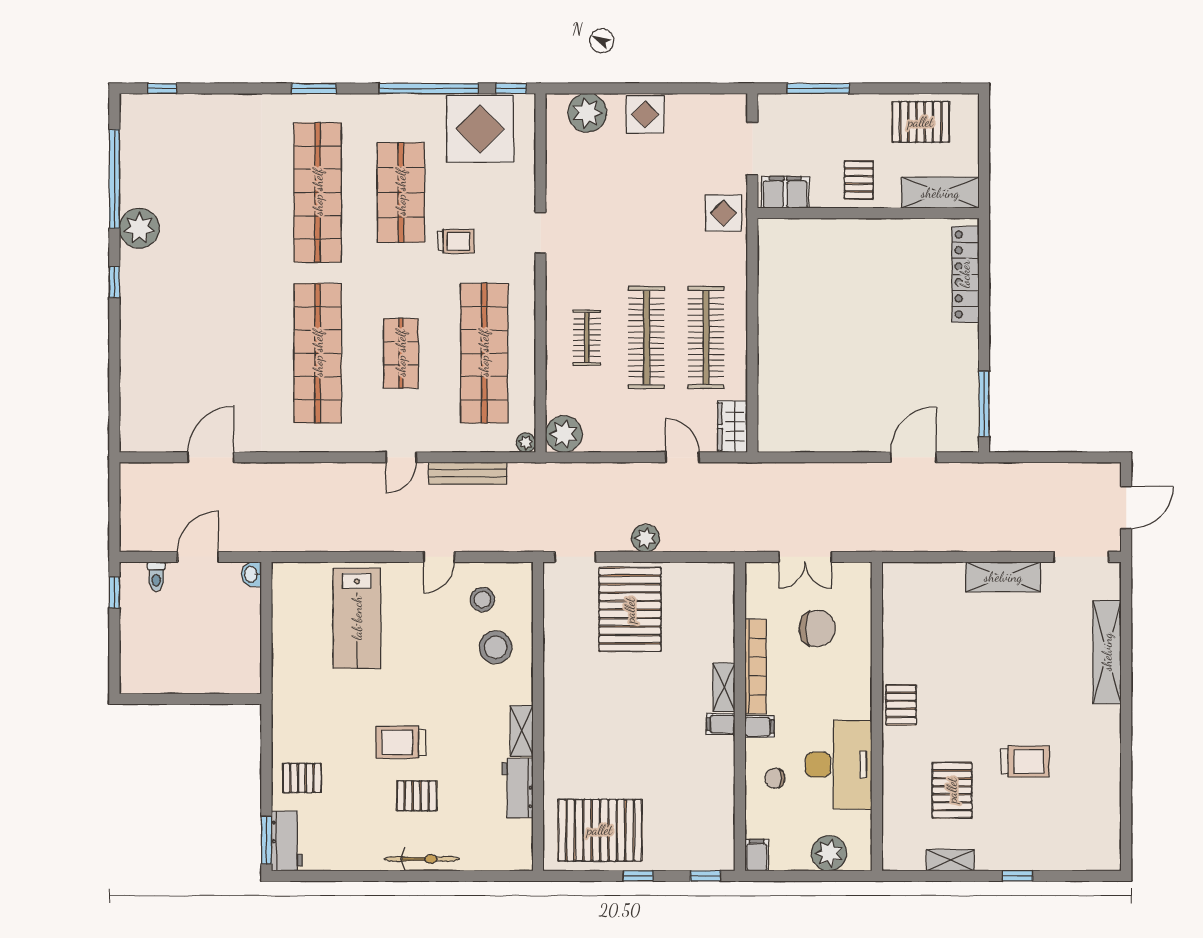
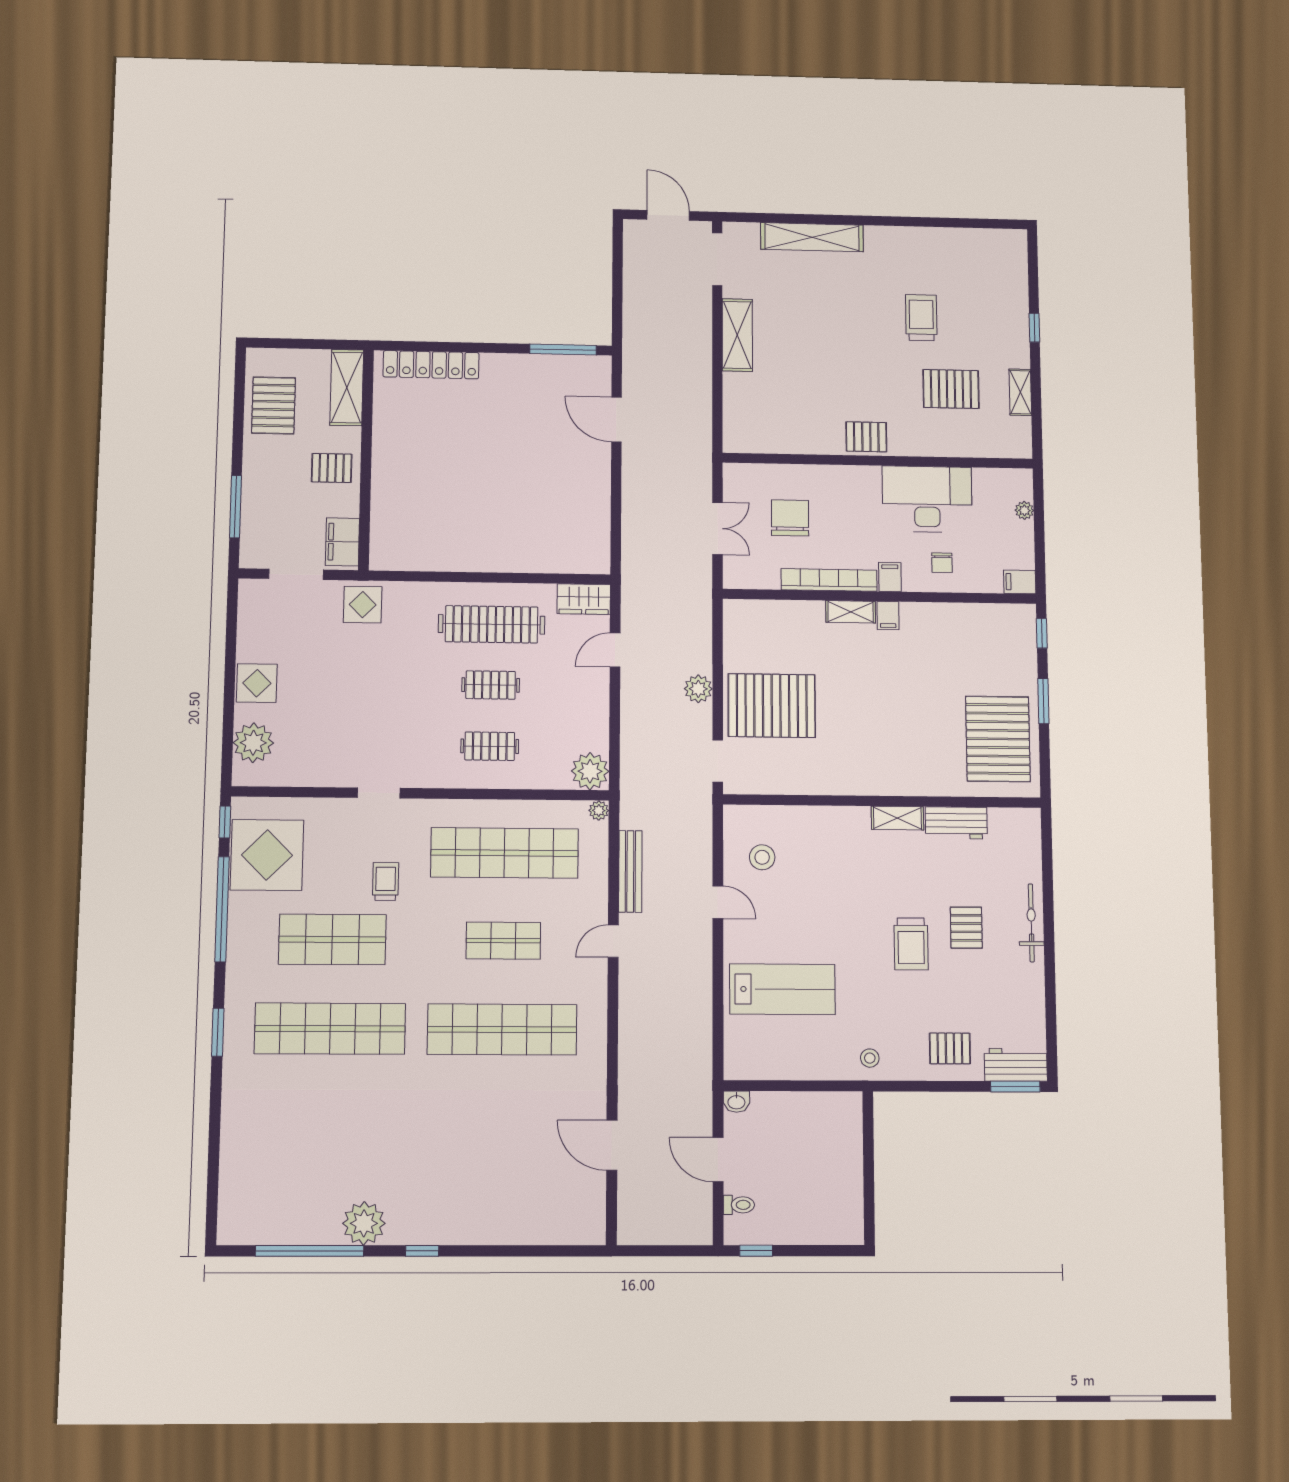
window: (162, 88) -> (212, 1198), removed
clothes rail: (646, 338) -> (491, 685), width x0.54, depth x0.76
door: (401, 457) -> (613, 941), swing flipped
stool: (496, 647) -> (870, 1058), moved, width x0.53, depth x0.53
pallet: (302, 778) -> (950, 1048), turned 90
plant: (829, 853) -> (1024, 510), width x0.53, depth x0.53
window: (638, 876) -> (1043, 701), width x1.50

